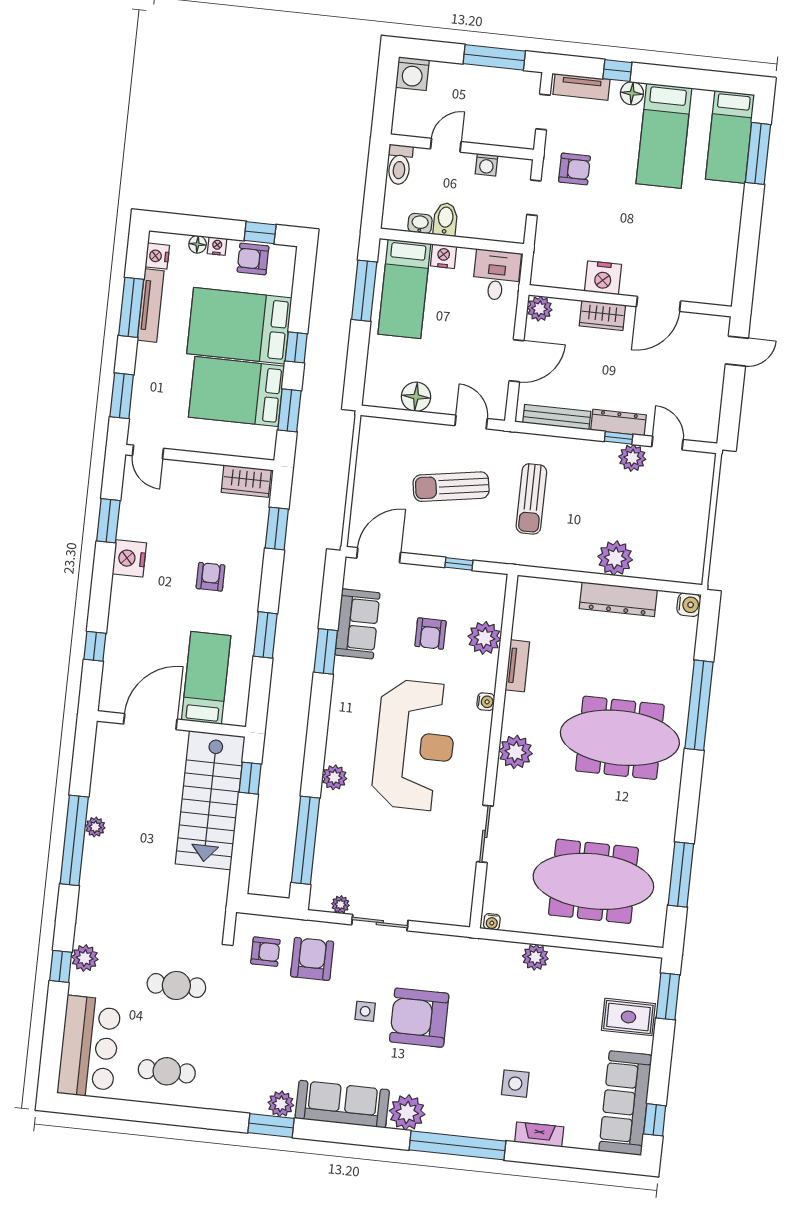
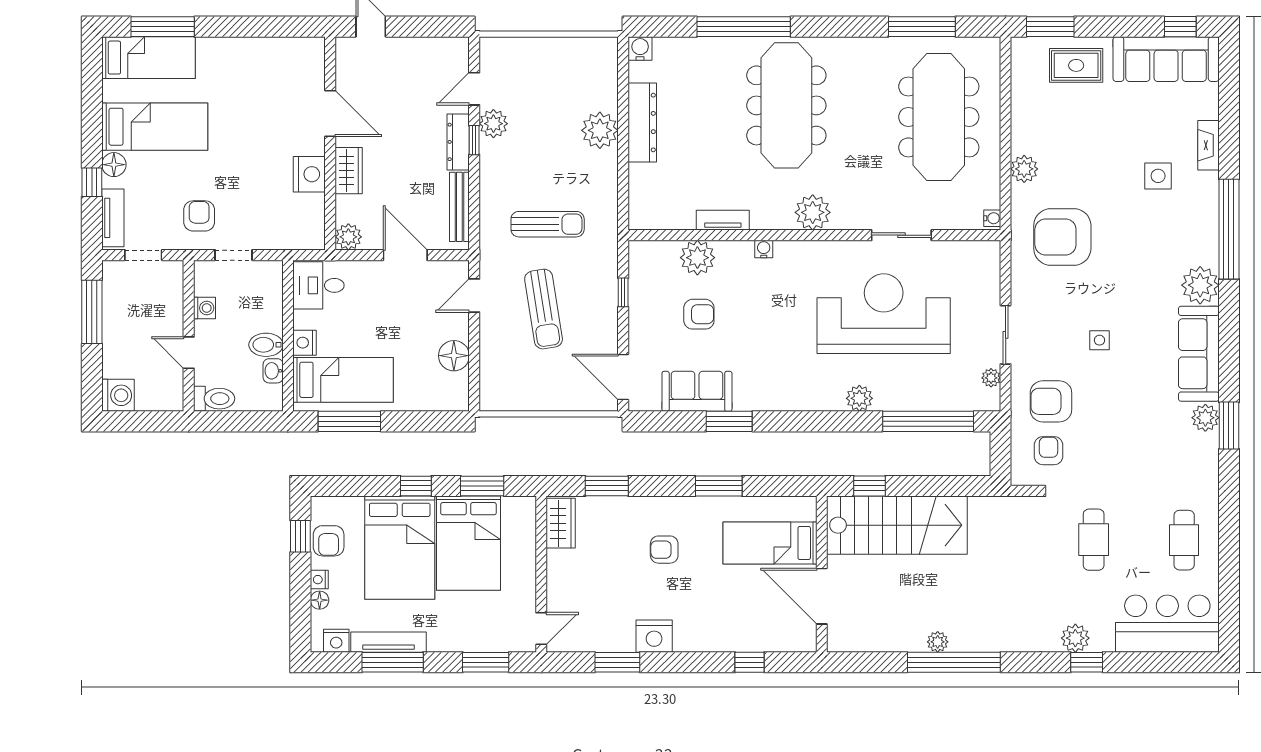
reception desk: (415, 745) -> (884, 314), moved
rug: (628, 1017) -> (1076, 65), turned 90
armchair: (419, 1018) -> (1062, 237), moved, turned 90

